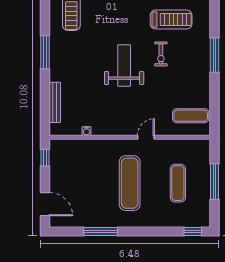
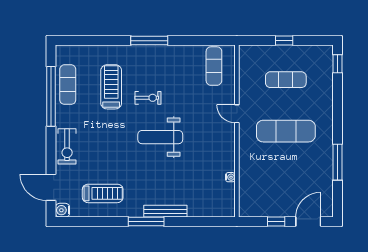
bench: (55, 102) -> (165, 211), moved
window: (45, 158) -> (276, 222), moved
window: (214, 181) -> (284, 41), width x0.46

